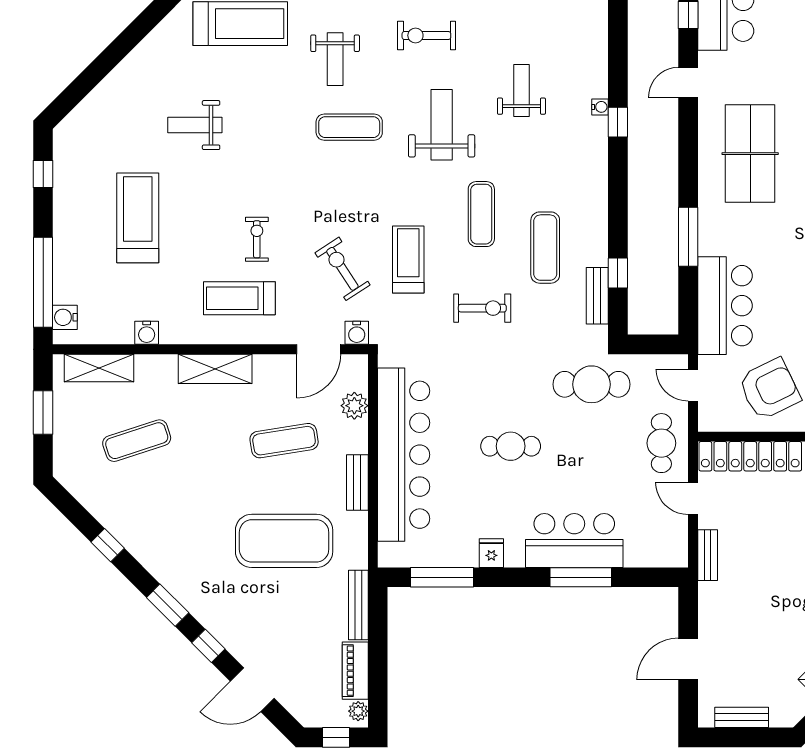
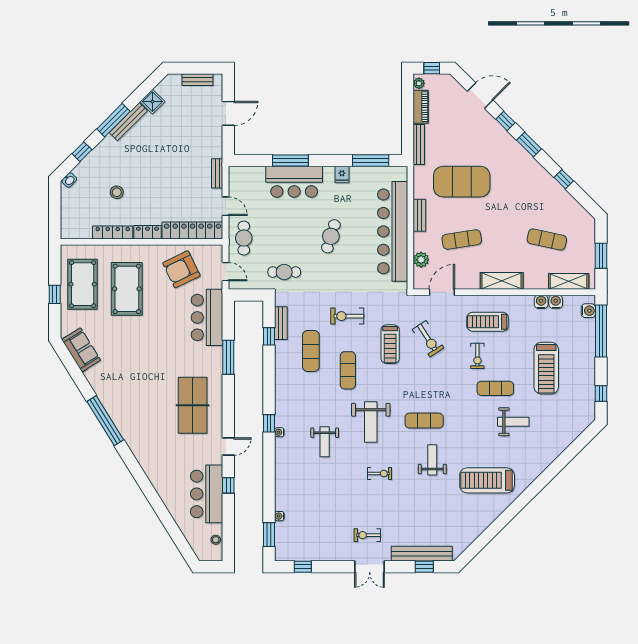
exercise bike: (426, 35) -> (380, 473), width x0.73, depth x0.72
exercise mat: (226, 183) -> (495, 388), added
treadmill: (239, 298) -> (488, 322), turned 180
water cooler: (357, 333) -> (556, 302), moved
cafe table: (592, 384) -> (284, 272), width x0.73, depth x0.74
exercise mat: (137, 441) -> (547, 240), turned 30
cafe table: (511, 446) -> (331, 236), turned -73

